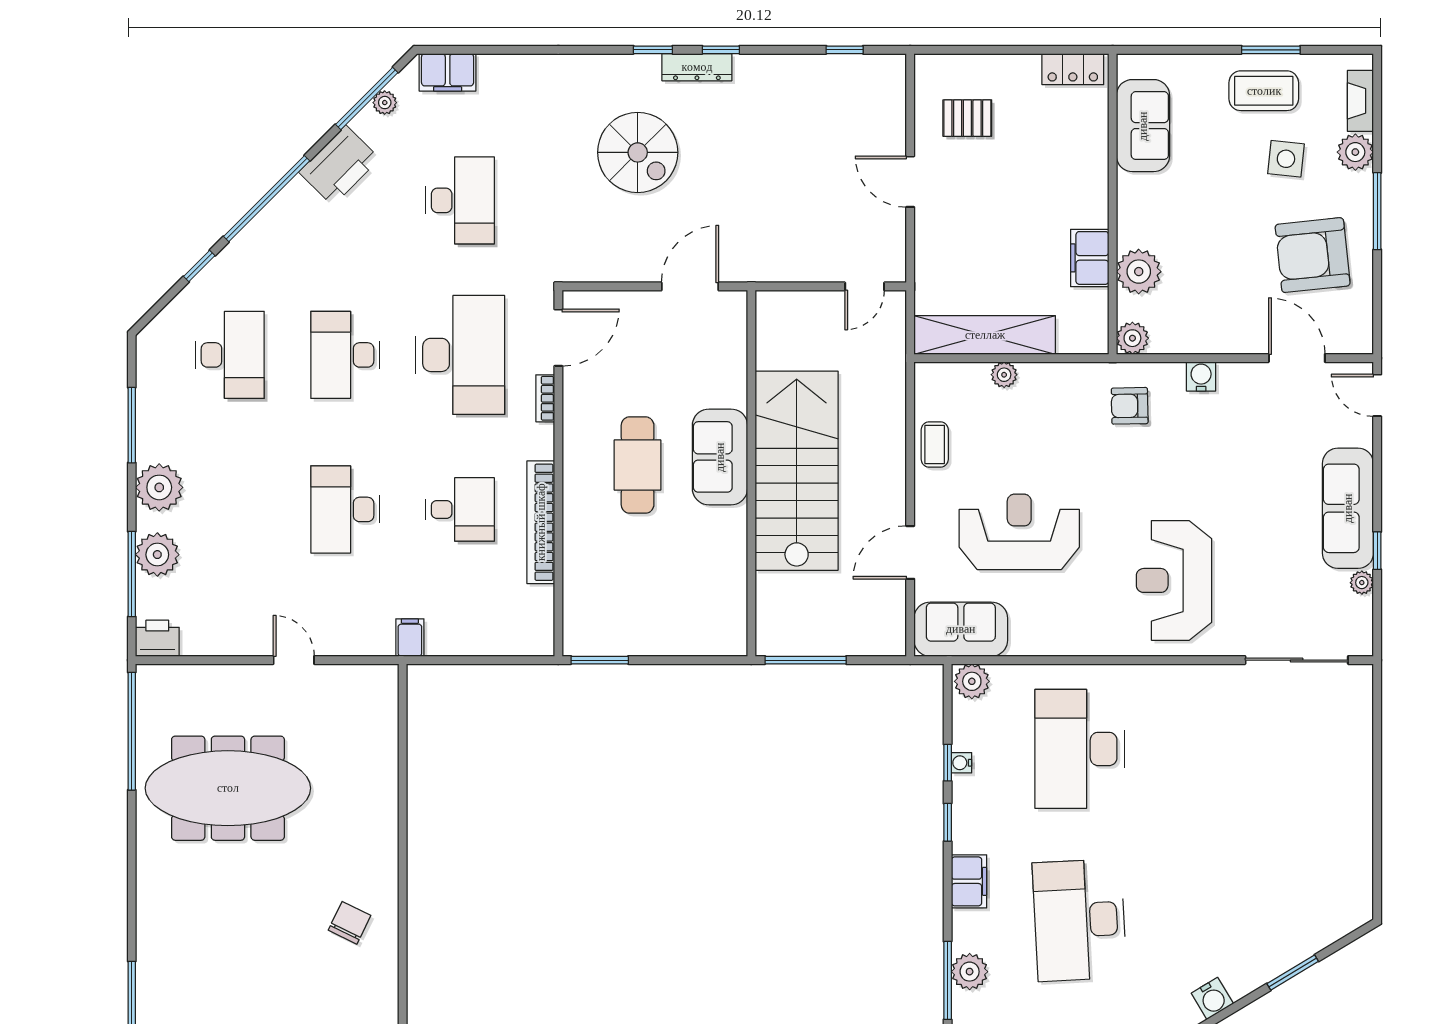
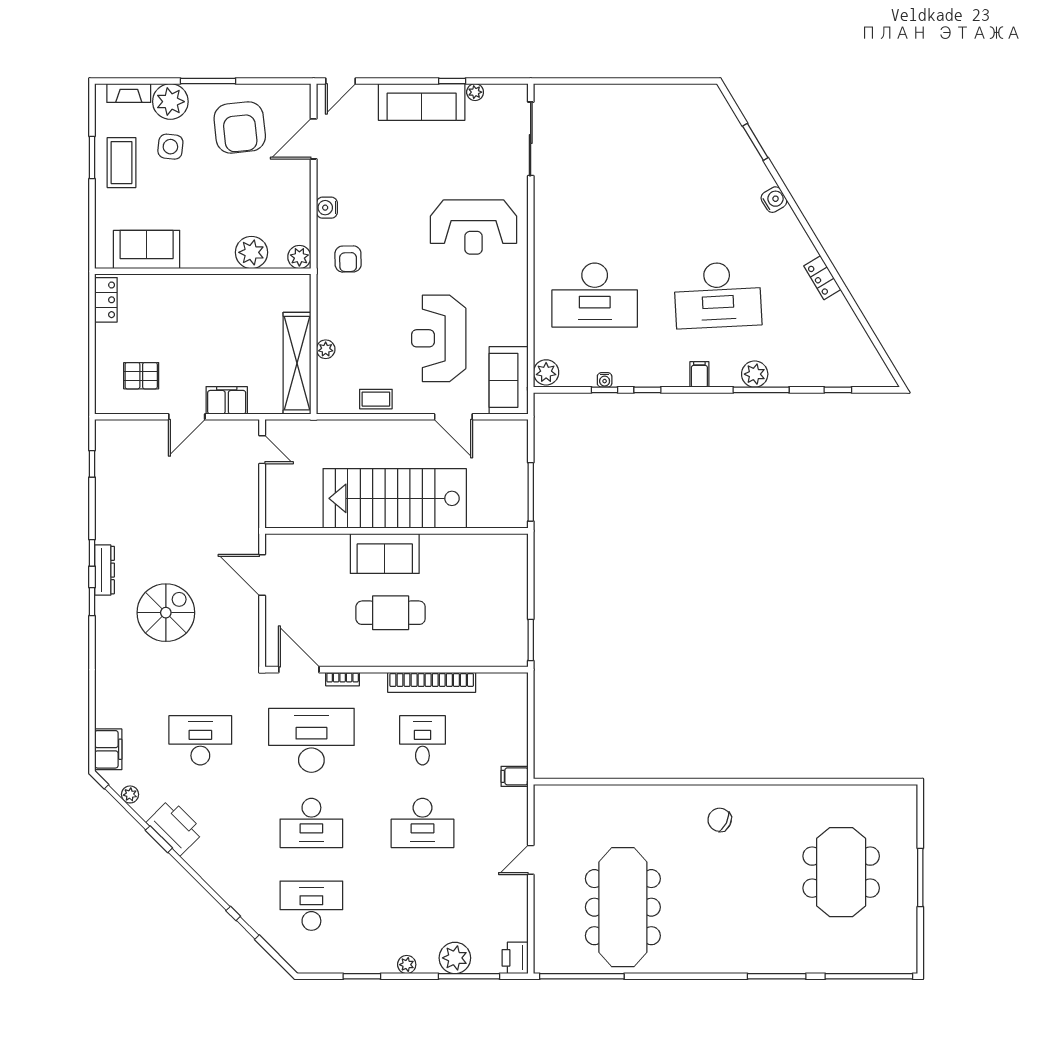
pallet: (967, 118) -> (141, 376), turned 90
plant: (1355, 152) -> (170, 102), width x1.36, depth x1.36
filing cabinet: (1090, 258) -> (227, 400), moved, turned 180
window: (132, 425) -> (362, 976), width x0.69
plant: (159, 487) -> (407, 965), width x0.53, depth x0.53
filing cabinet: (969, 881) -> (699, 374), width x0.50

